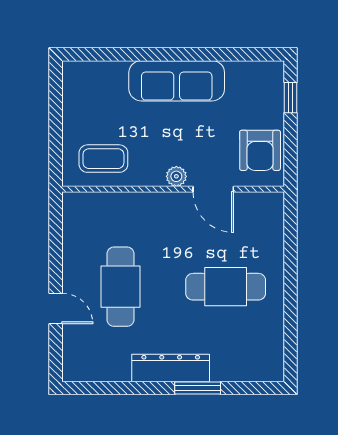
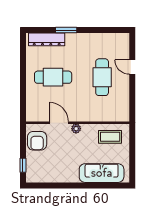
sofa: (177, 81) -> (102, 173), moved
armchair: (260, 150) -> (37, 141), turned 180
dresser: (171, 368) -> (47, 39), moved

